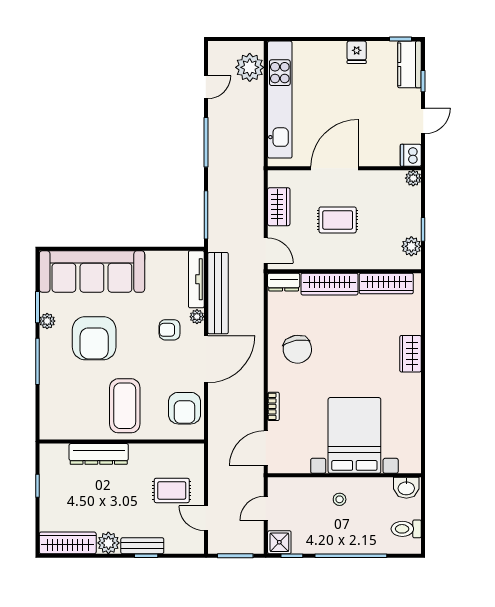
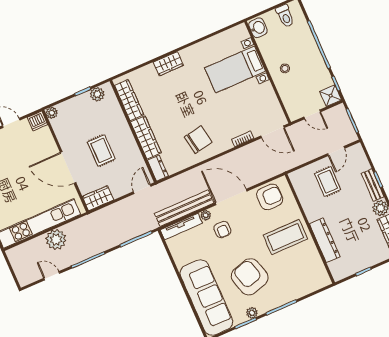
plant: (250, 67) -> (56, 240), moved
wardrobe: (279, 207) -> (98, 198), moved
armchair: (94, 338) -> (250, 277), turned -106
bed with nightstands: (354, 435) -> (235, 69), width x0.73

